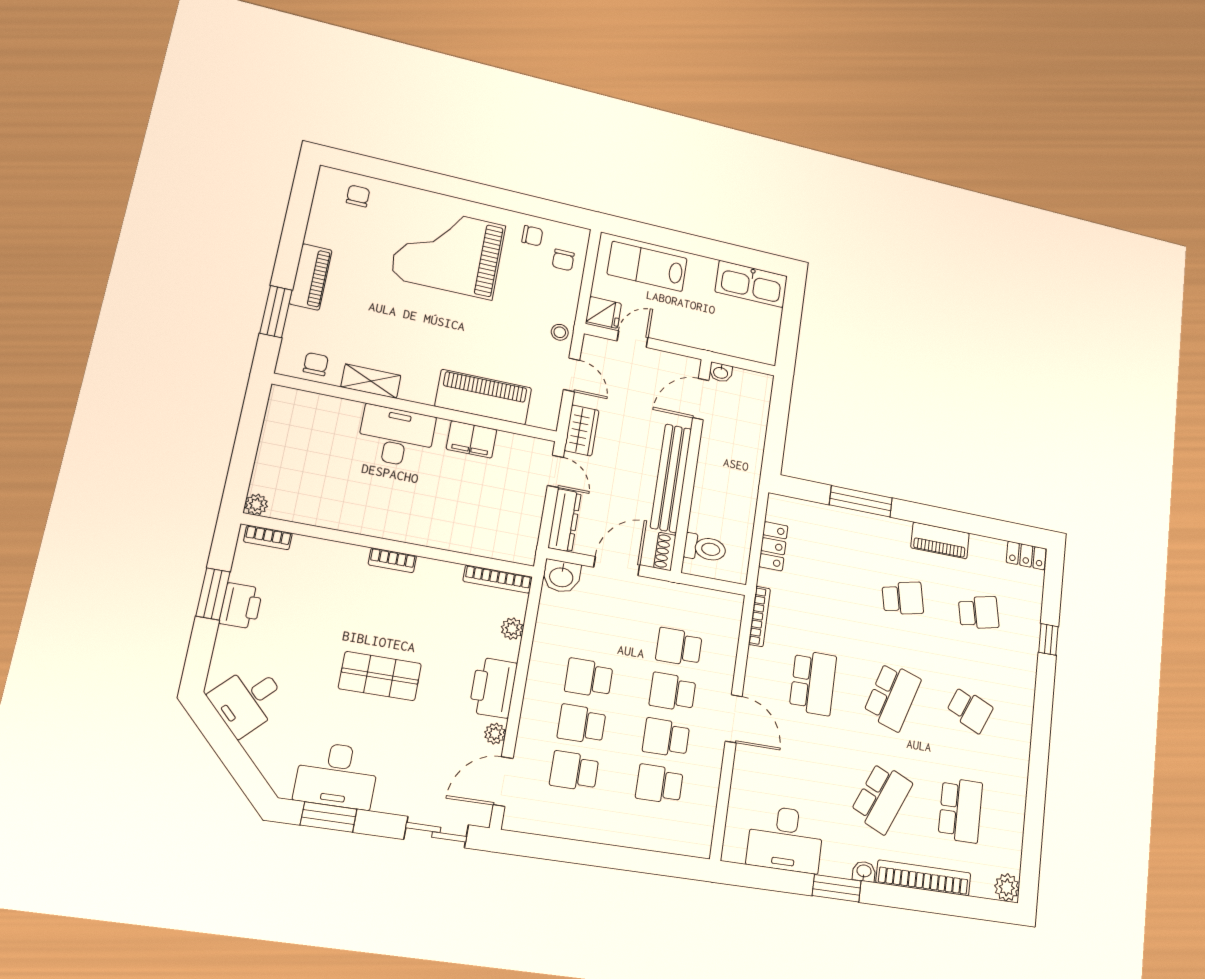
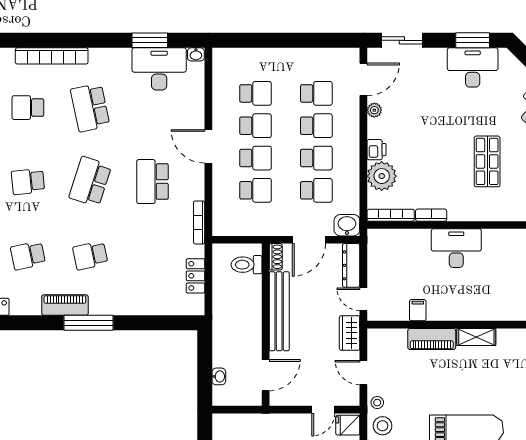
stool: (558, 301) -> (383, 426), added
washbasin: (721, 372) -> (219, 376), moved, turned 90
shelving: (371, 381) -> (476, 337), moved
piano: (483, 397) -> (432, 339), width x0.73, depth x0.75
desk: (396, 436) -> (456, 248), moved, turned 180
filing cabinet: (472, 439) -> (418, 310), width x0.50
window: (861, 501) -> (89, 323), moved
bookcase: (392, 560) -> (431, 215), moved
plant: (512, 629) -> (382, 176), width x1.88, depth x1.88
school desk: (596, 632) -> (316, 190), added
shop shelf: (380, 676) -> (487, 161), moved, turned 90
printer: (493, 688) -> (376, 150), width x0.53, depth x0.68
school desk: (970, 710) -> (28, 182), turned -30
school desk: (882, 798) -> (90, 108), turned -36
school desk: (960, 810) -> (28, 108), width x0.54
washbasin: (864, 871) -> (196, 54), moved
window: (837, 888) -> (150, 40), moved

